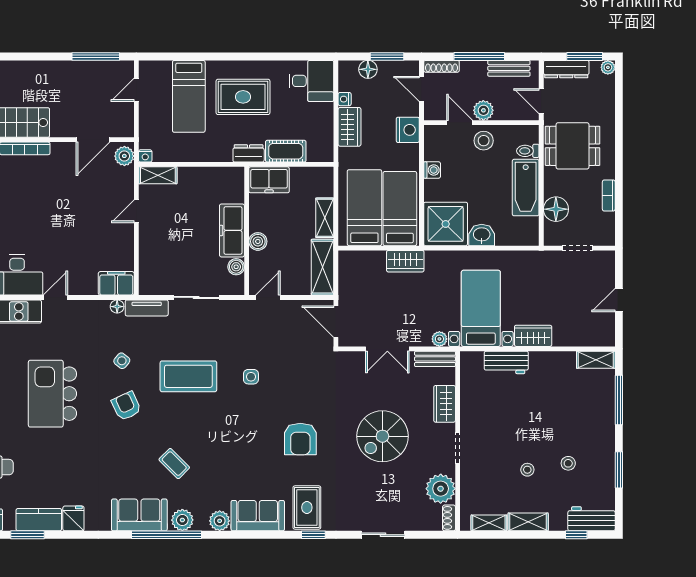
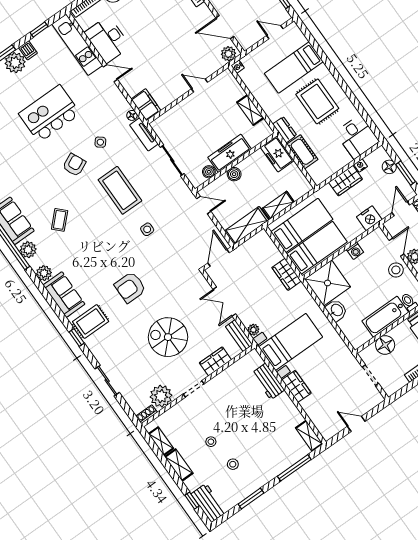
shelving: (158, 175) -> (250, 110), moved

